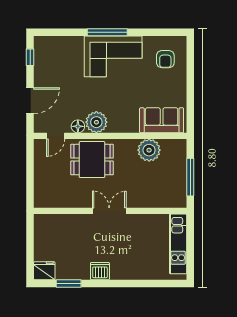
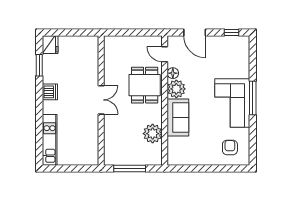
armchair: (165, 59) -> (230, 147), turned 90
sofa: (162, 120) -> (178, 118), moved
kitchen unit: (178, 244) -> (50, 140), moved, turned 90

